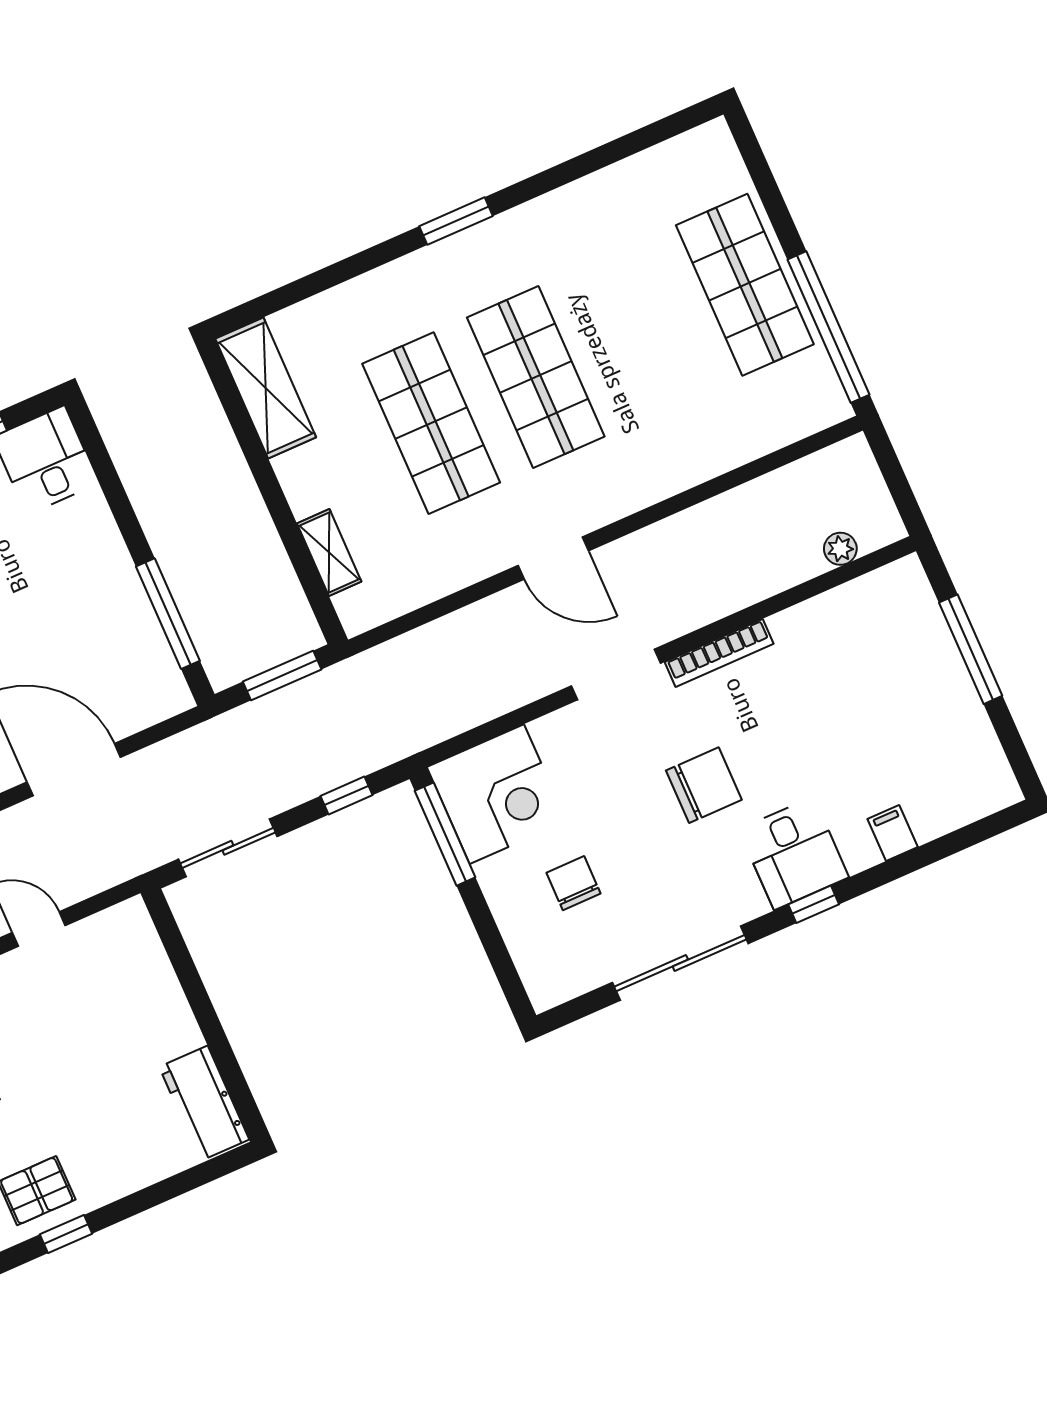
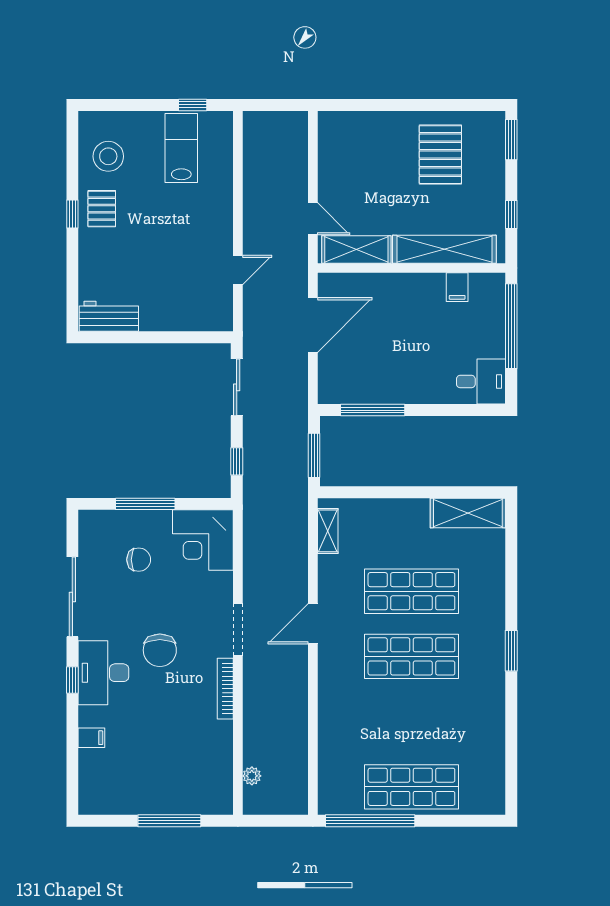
shelving: (329, 552) -> (328, 531), moved, turned 90
window: (445, 834) -> (145, 504), moved
desk: (794, 853) -> (103, 673), width x1.37

